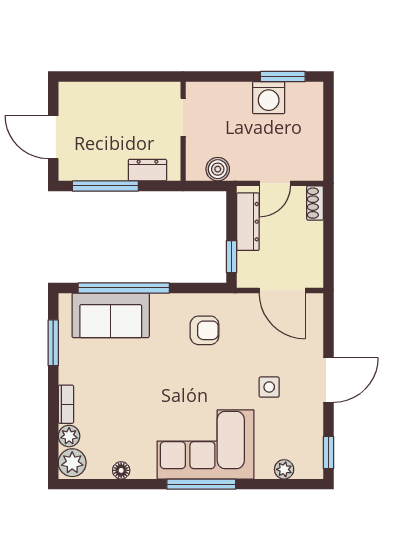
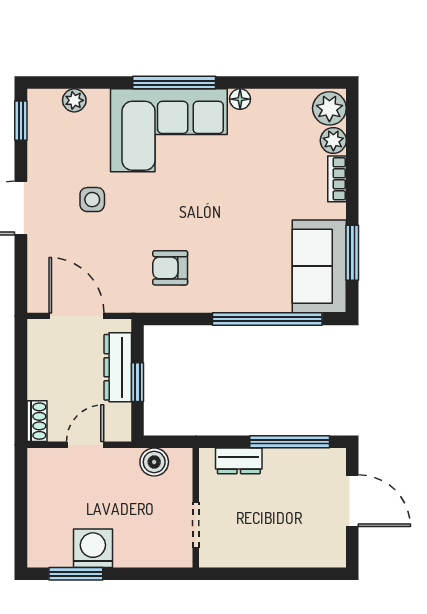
dresser: (248, 222) -> (118, 367), moved
window: (232, 257) -> (137, 382), moved
sofa: (111, 315) -> (319, 266), moved, turned -90
floor lamp: (121, 470) -> (240, 99), moved

